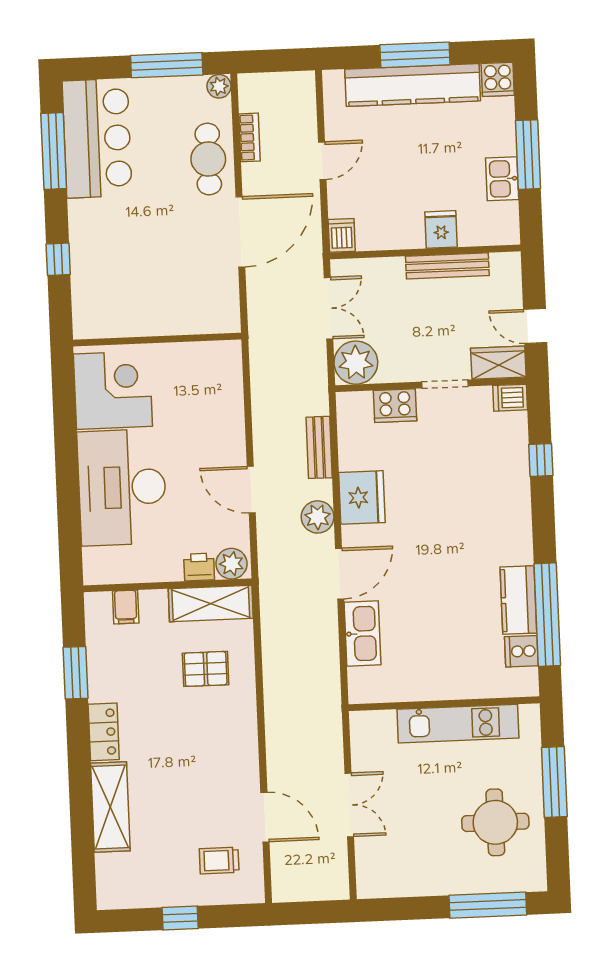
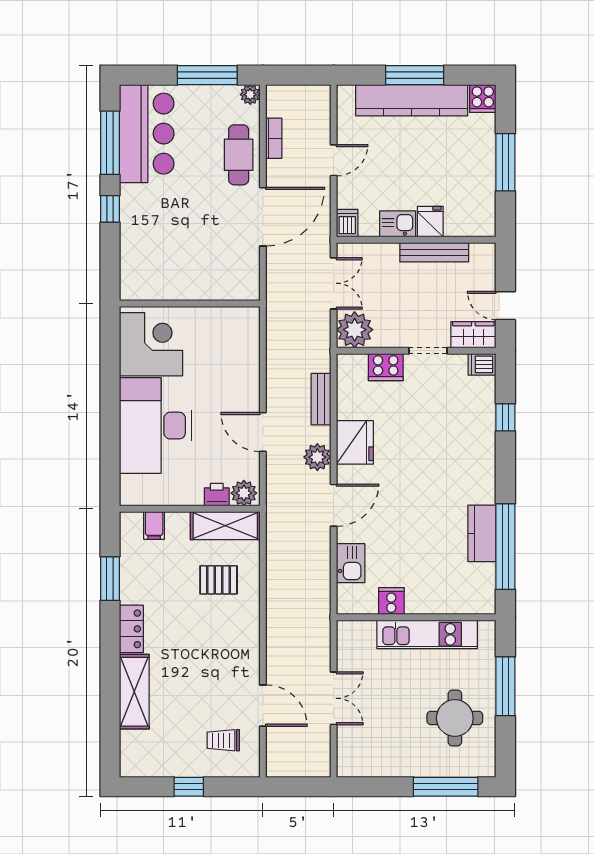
kitchen sink: (502, 179) -> (398, 224), moved, turned 90
window: (58, 259) -> (110, 209), moved
kitchen sink: (362, 634) -> (351, 563), width x0.73
cooker: (521, 651) -> (391, 601), moved, turned 90

